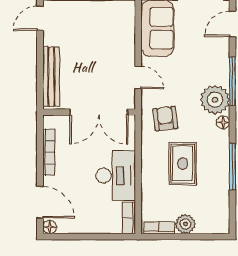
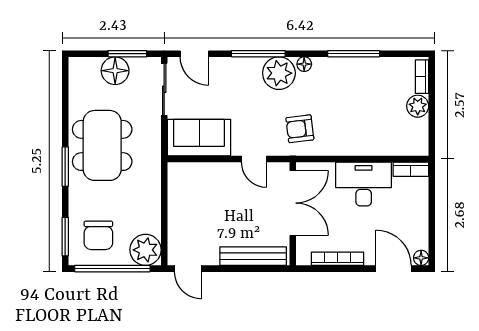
door: (138, 77) -> (254, 159), swing flipped
rug: (183, 164) -> (350, 109), removed
door: (40, 202) -> (393, 269), hinge flipped
bookcase: (159, 228) -> (422, 77), moved

